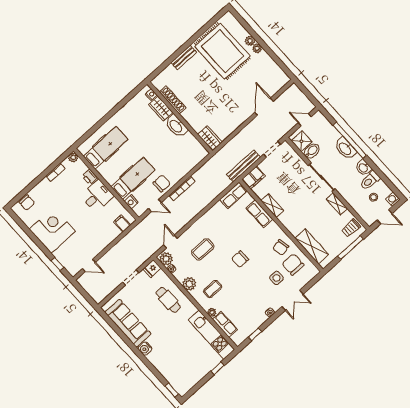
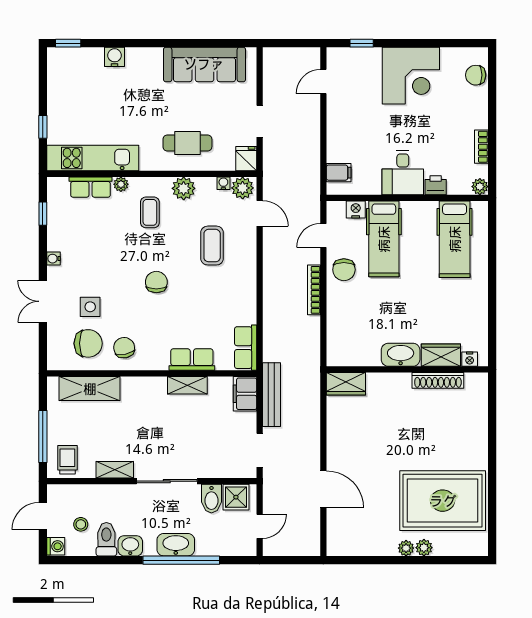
bench: (184, 57) -> (479, 444), removed
water cooler: (145, 349) -> (115, 57), moved

